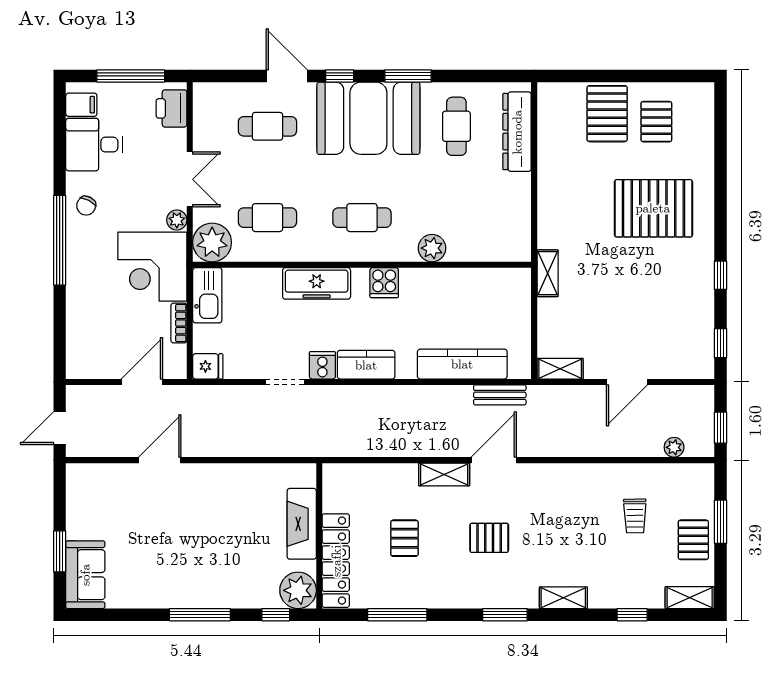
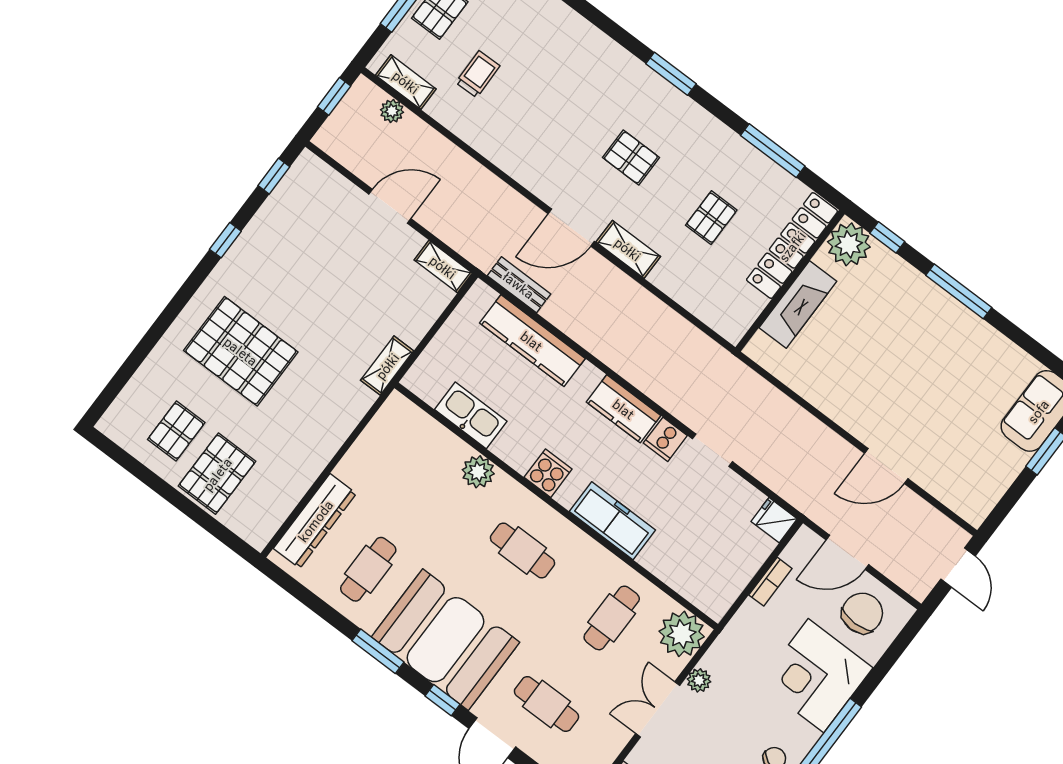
cafe table: (267, 218) -> (612, 618), turned 90
corner desk: (152, 267) -> (816, 676), moved, turned 180
kitchen sink: (207, 295) -> (471, 415), moved, turned 90
chair: (101, 349) -> (862, 613), added
door: (60, 428) -> (958, 568), hinge flipped
shelving: (563, 598) -> (406, 82), moved

